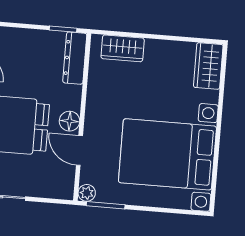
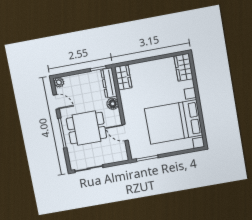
wardrobe: (123, 48) -> (123, 77), moved, turned -90
floor lamp: (70, 121) -> (113, 104), moved
plant: (87, 193) -> (135, 154), removed

